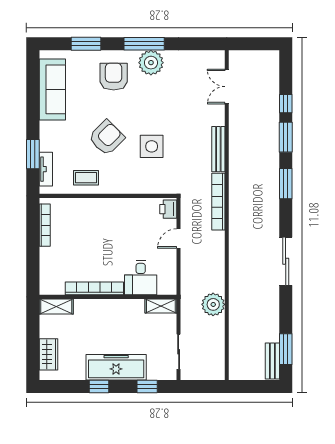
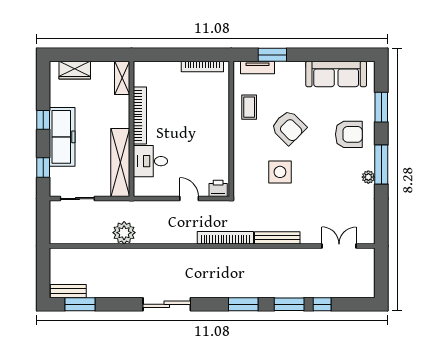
plant: (151, 63) -> (368, 177), width x0.53, depth x0.53
shelving: (161, 306) -> (120, 162), width x2.20, depth x1.33

